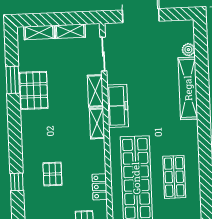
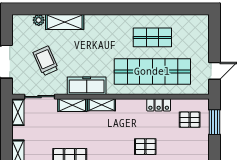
shelving: (70, 31) -> (18, 112), moved
trolley: (143, 59) -> (46, 61), added
shelving: (188, 88) -> (65, 22), width x0.68

